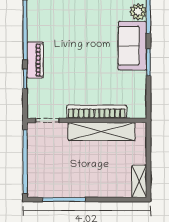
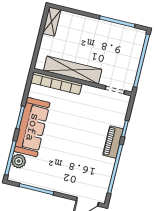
sofa: (132, 46) -> (32, 127), width x1.36
bookcase: (97, 112) -> (56, 83), moved

